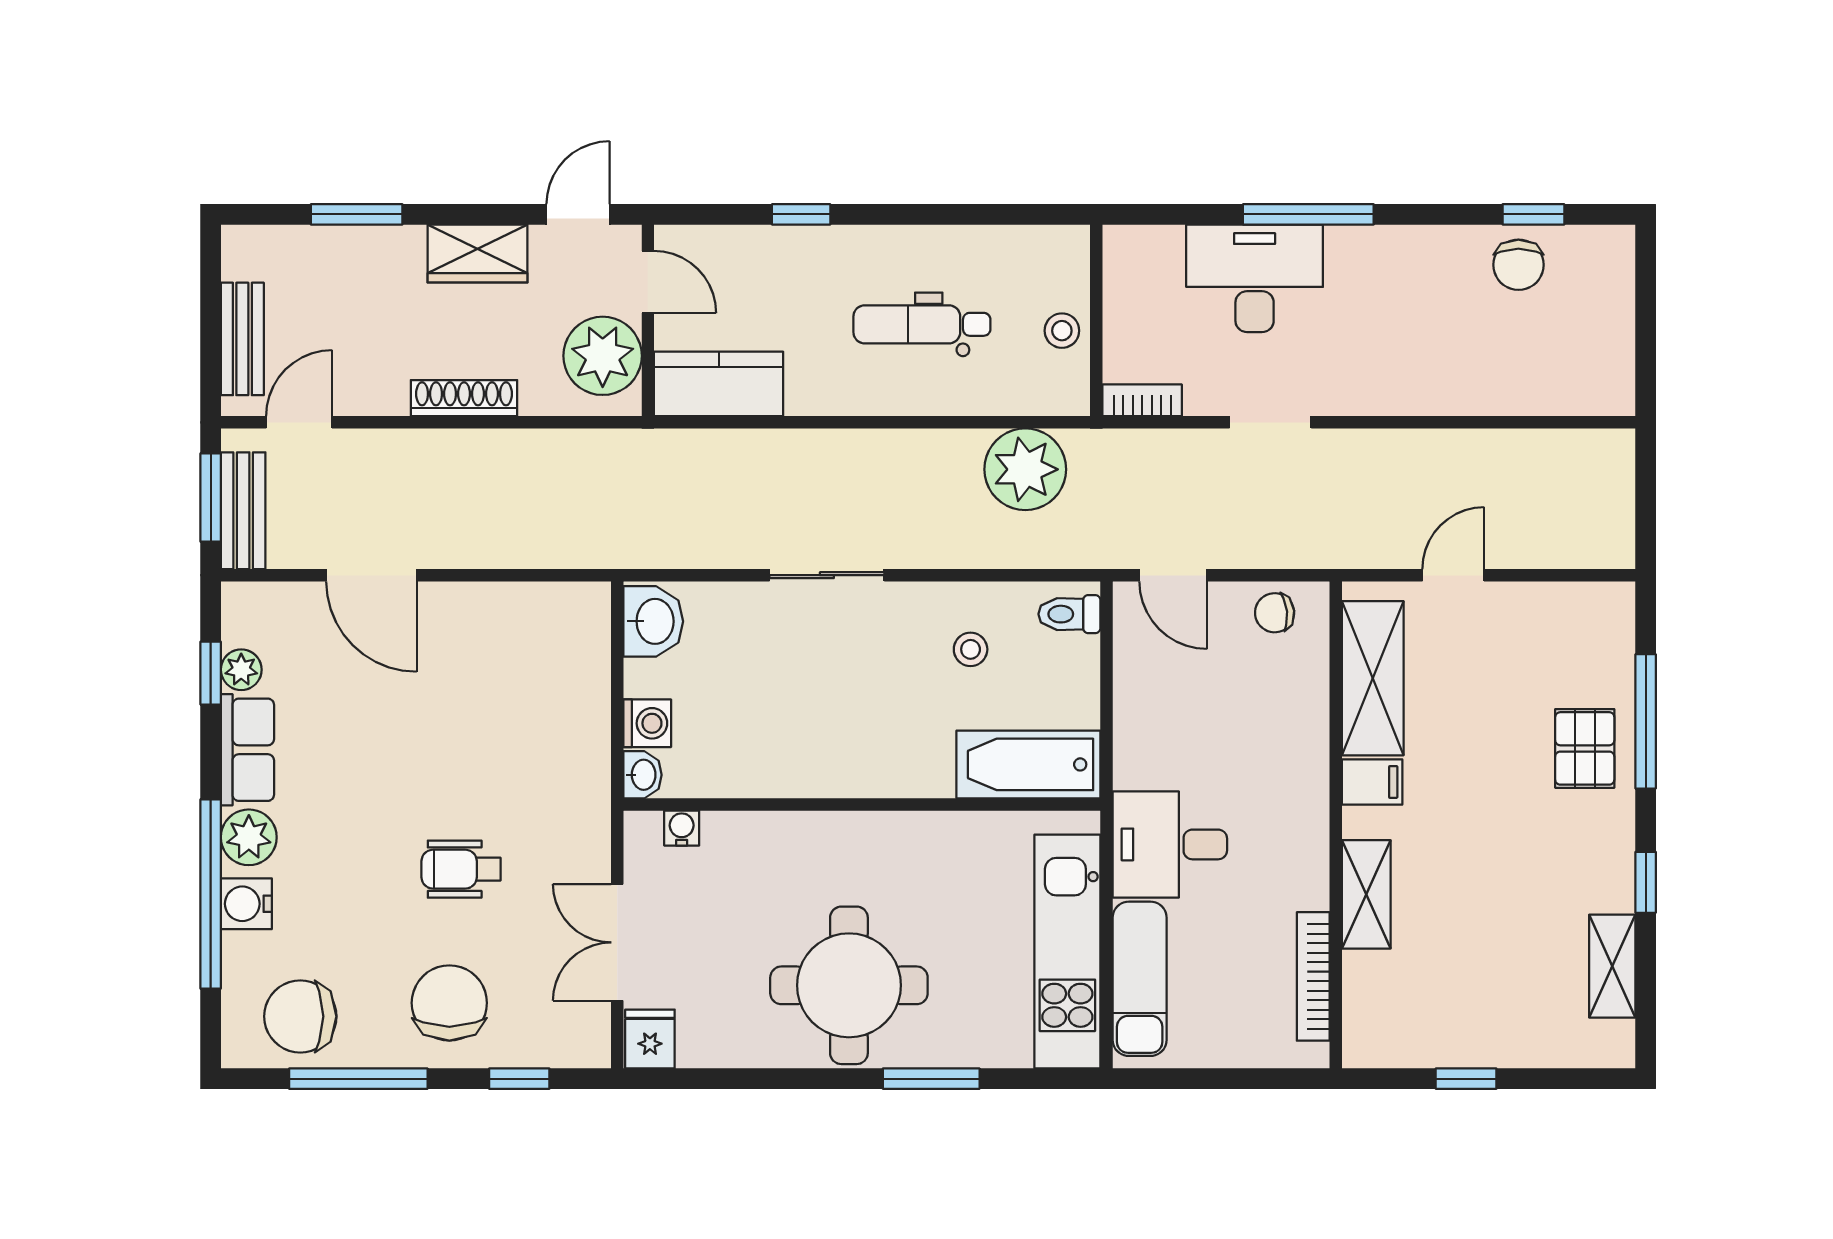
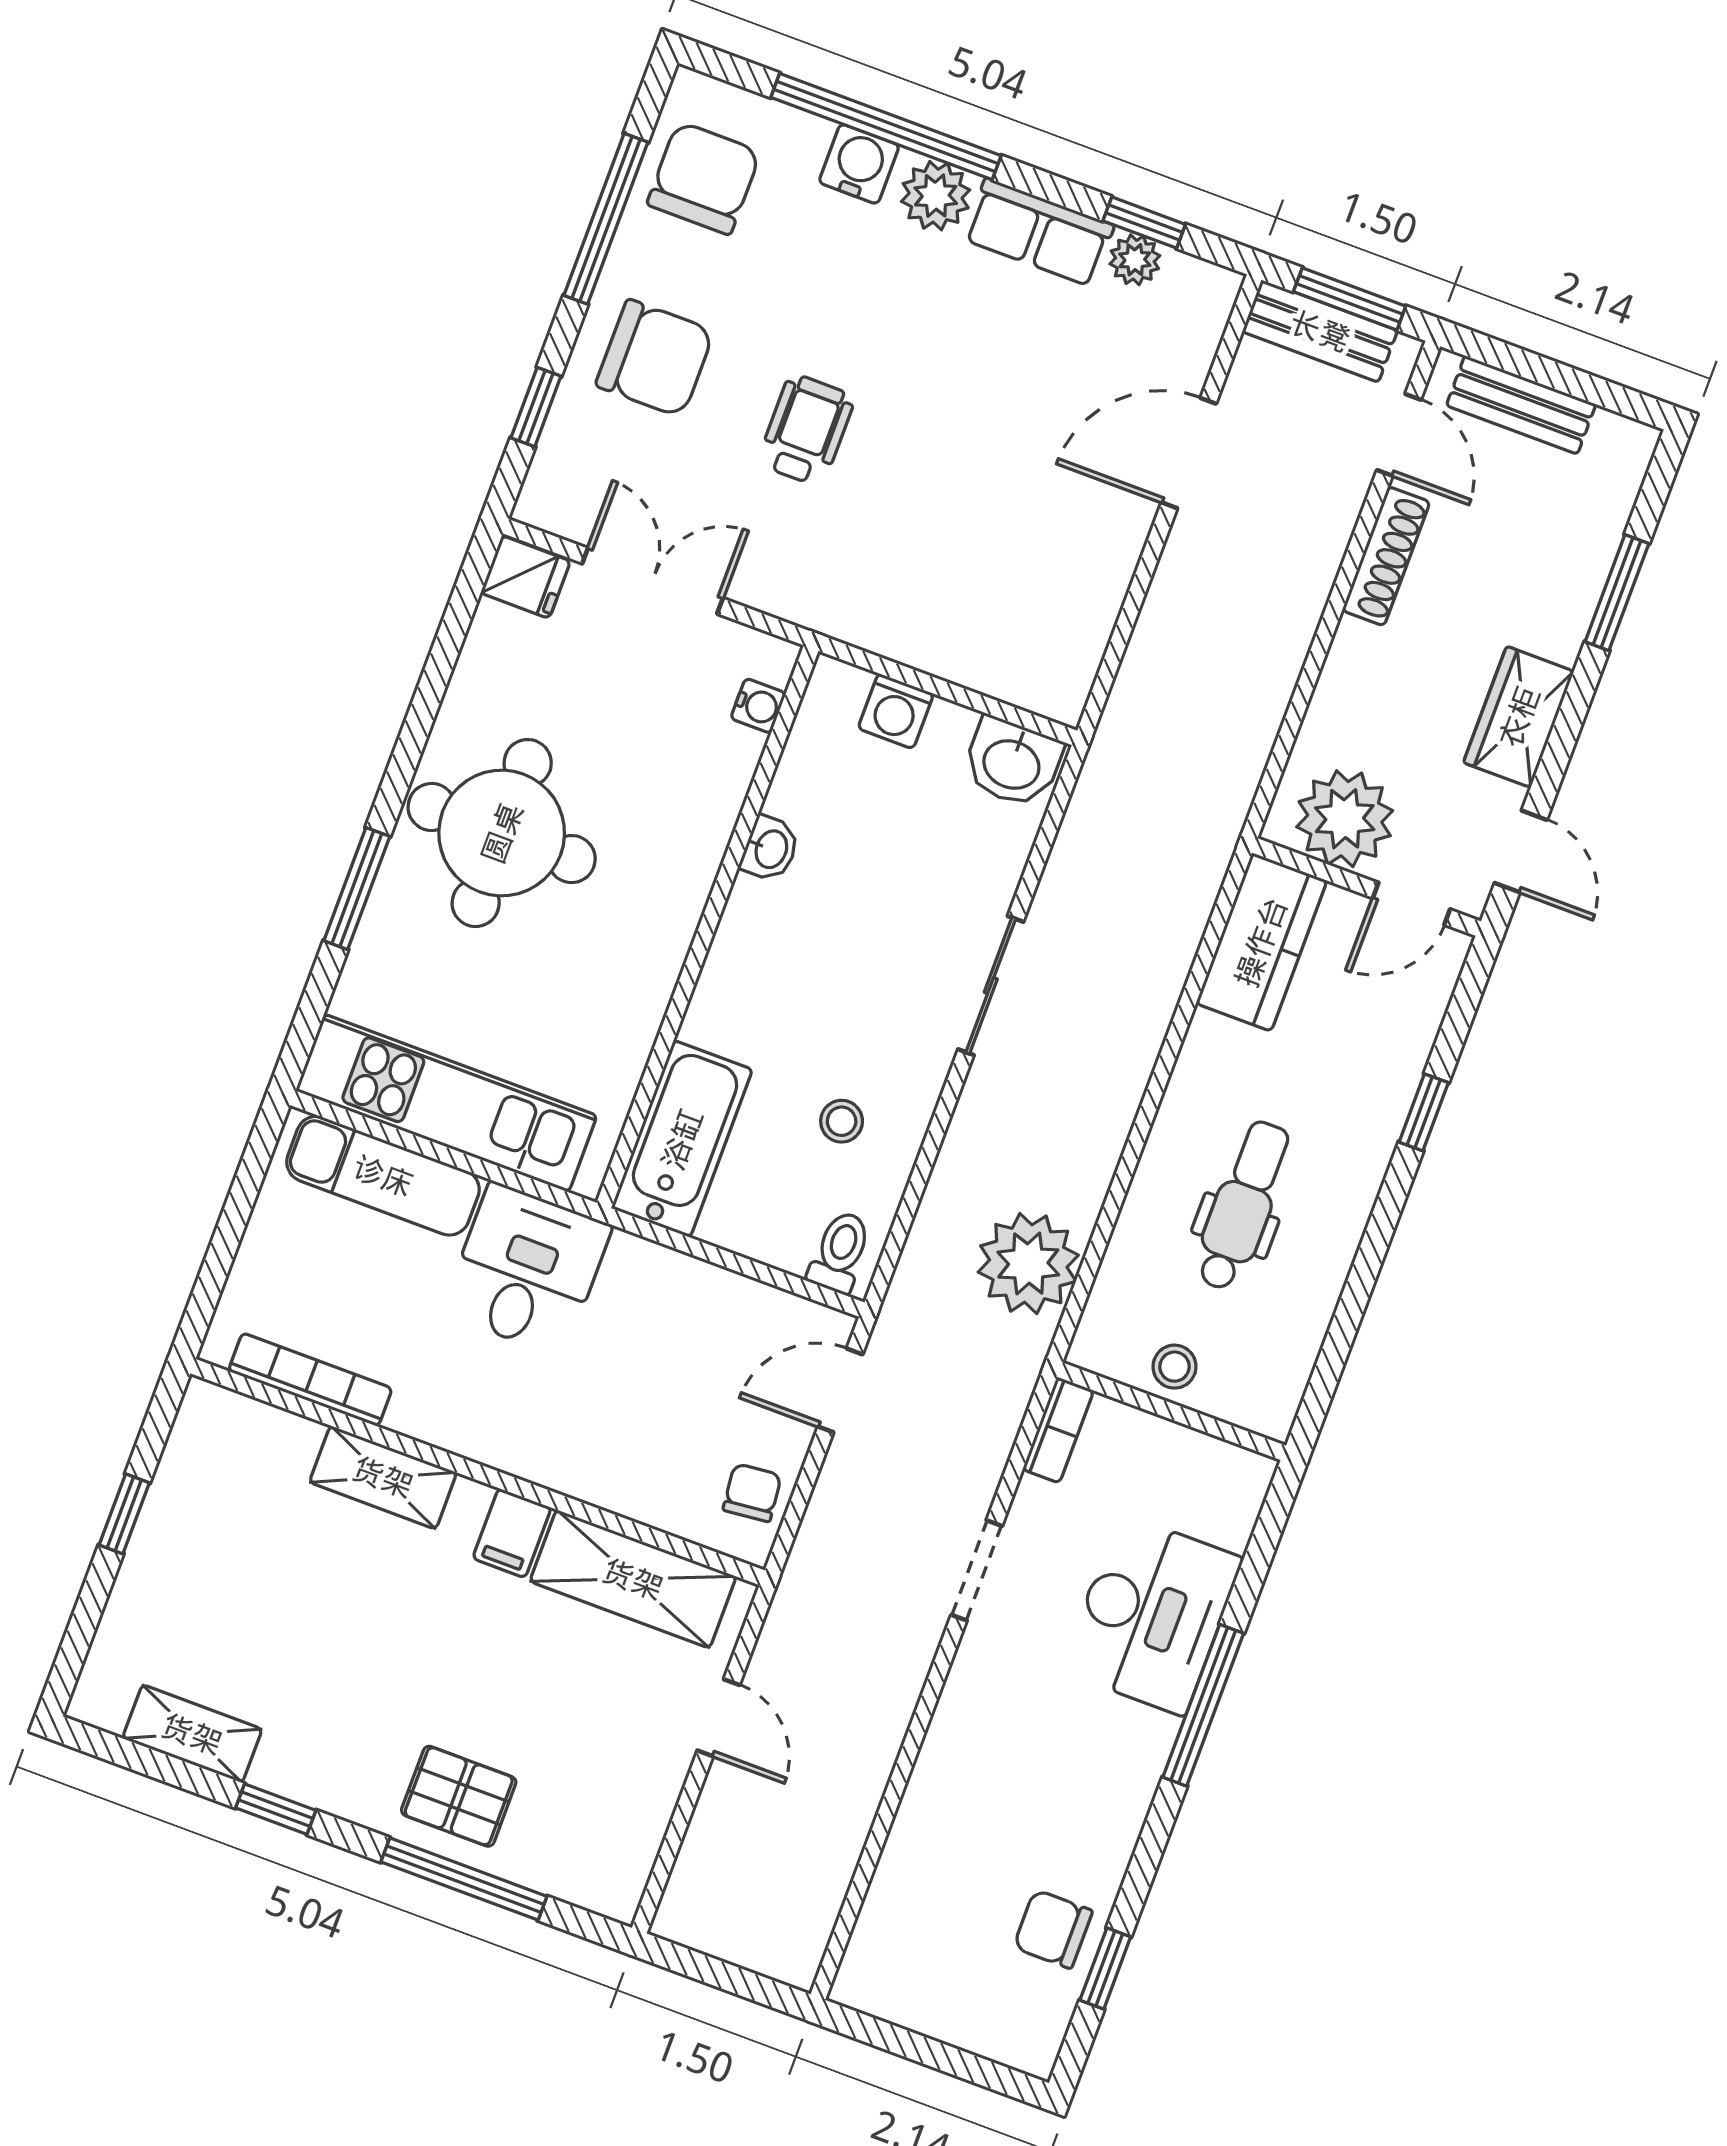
shoe rack: (464, 398) -> (1386, 556), moved
washbasin: (642, 775) -> (770, 849), moved, turned -90

